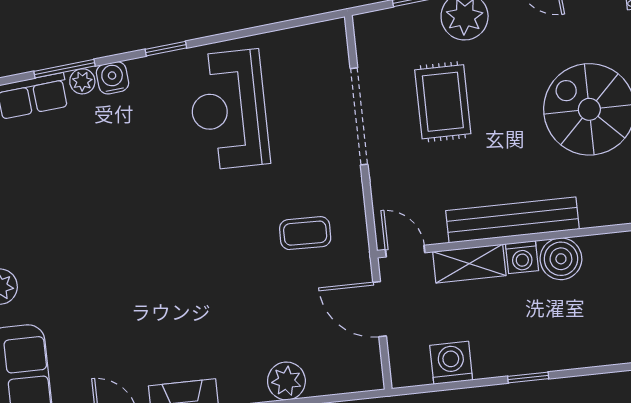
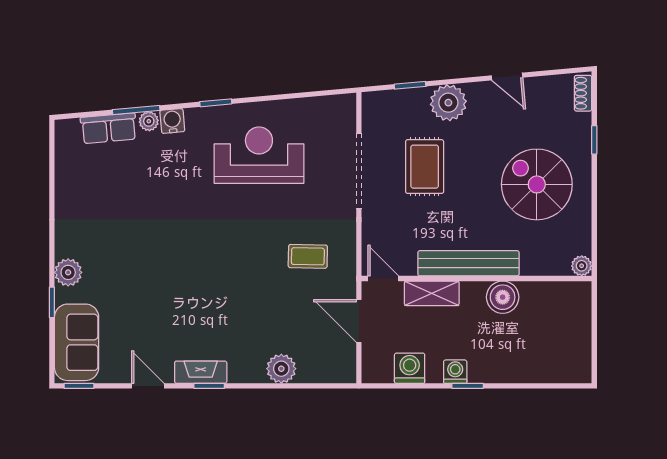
reception desk: (229, 110) -> (259, 155), turned 90
washing machine: (522, 257) -> (455, 372), moved, turned 180

